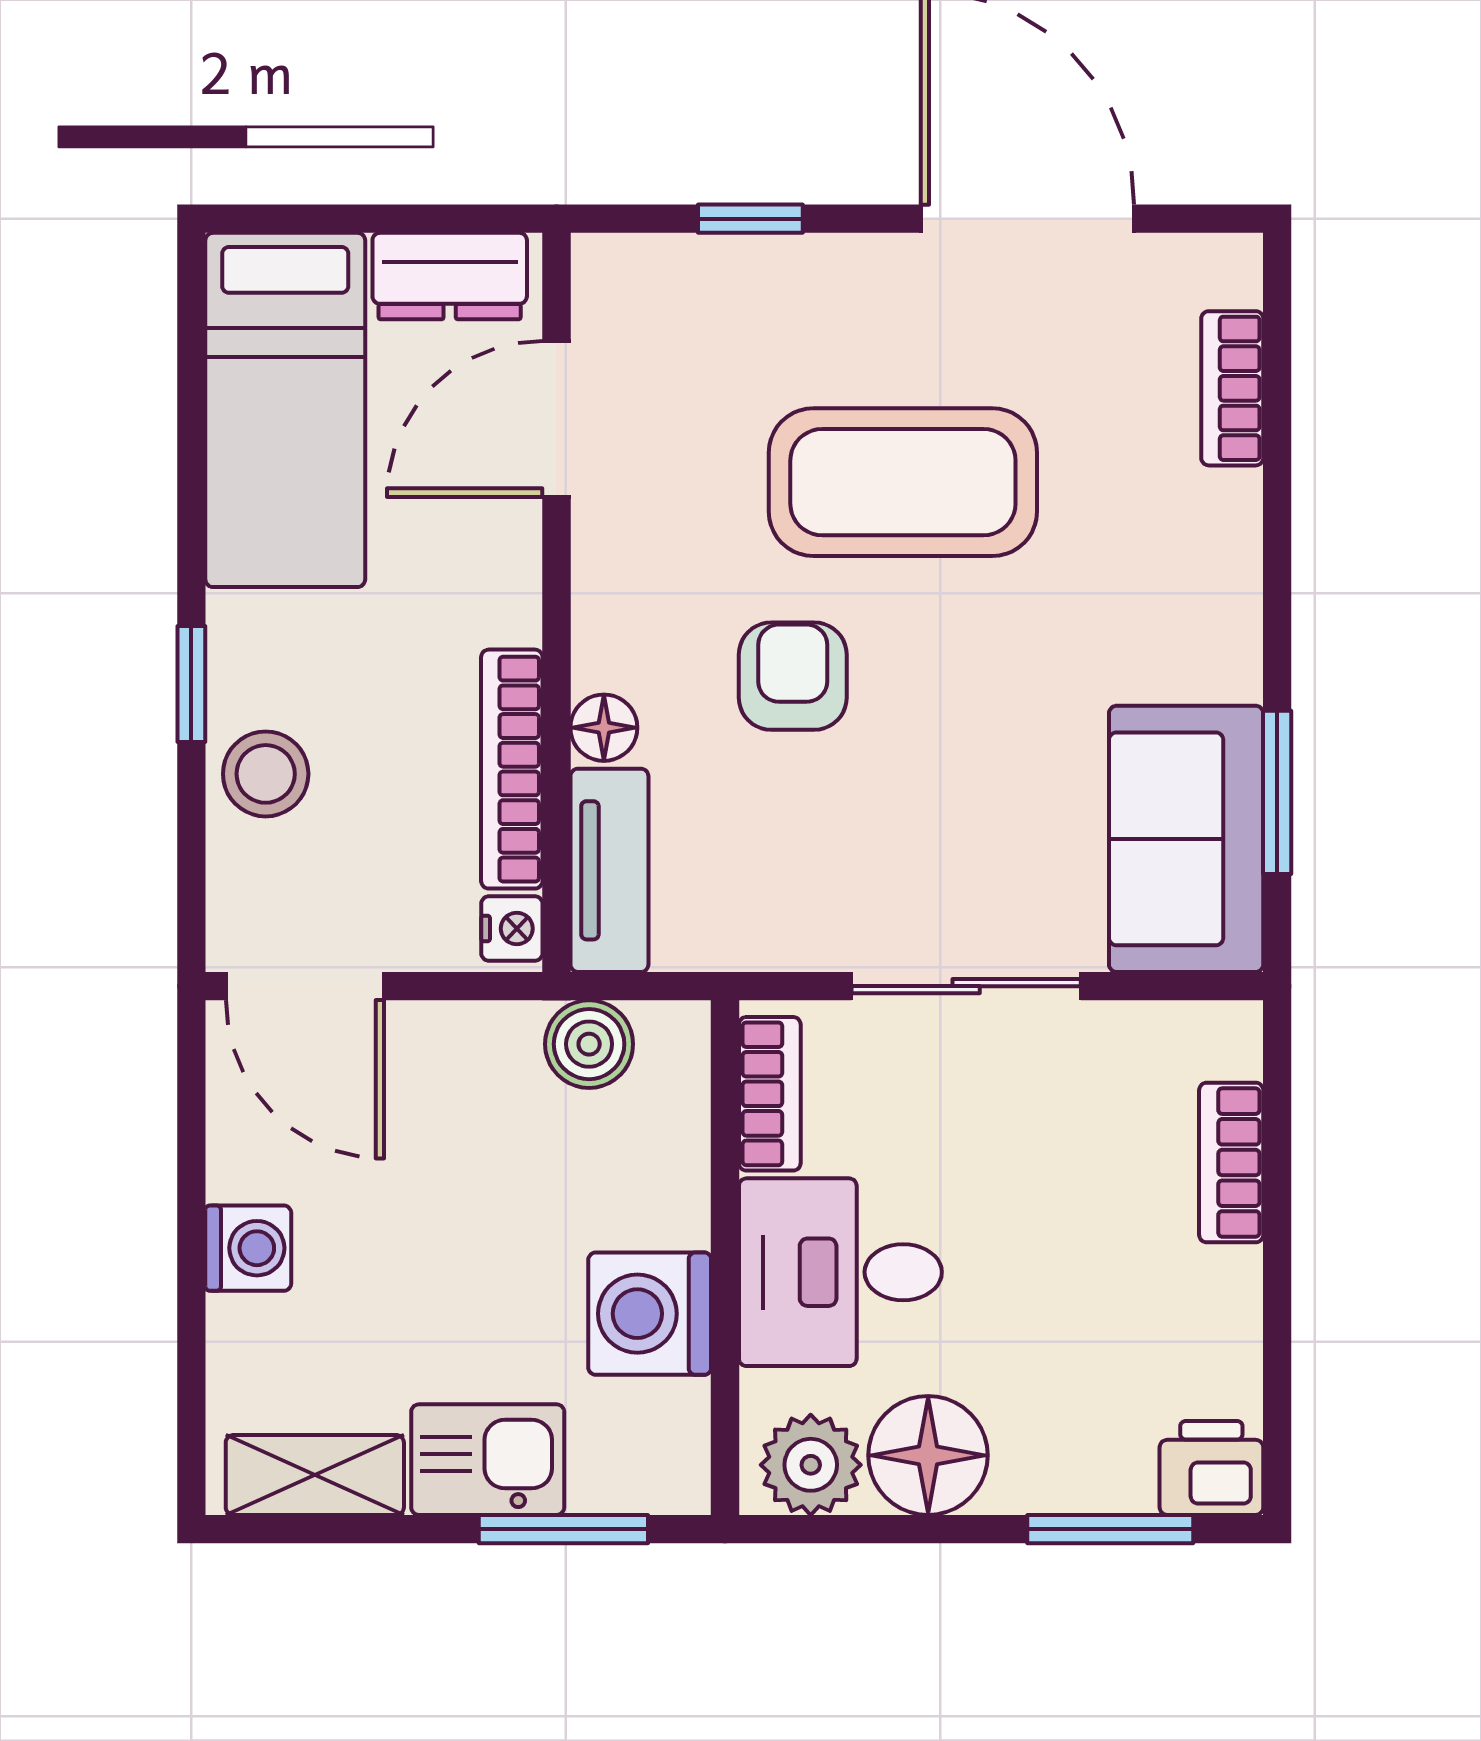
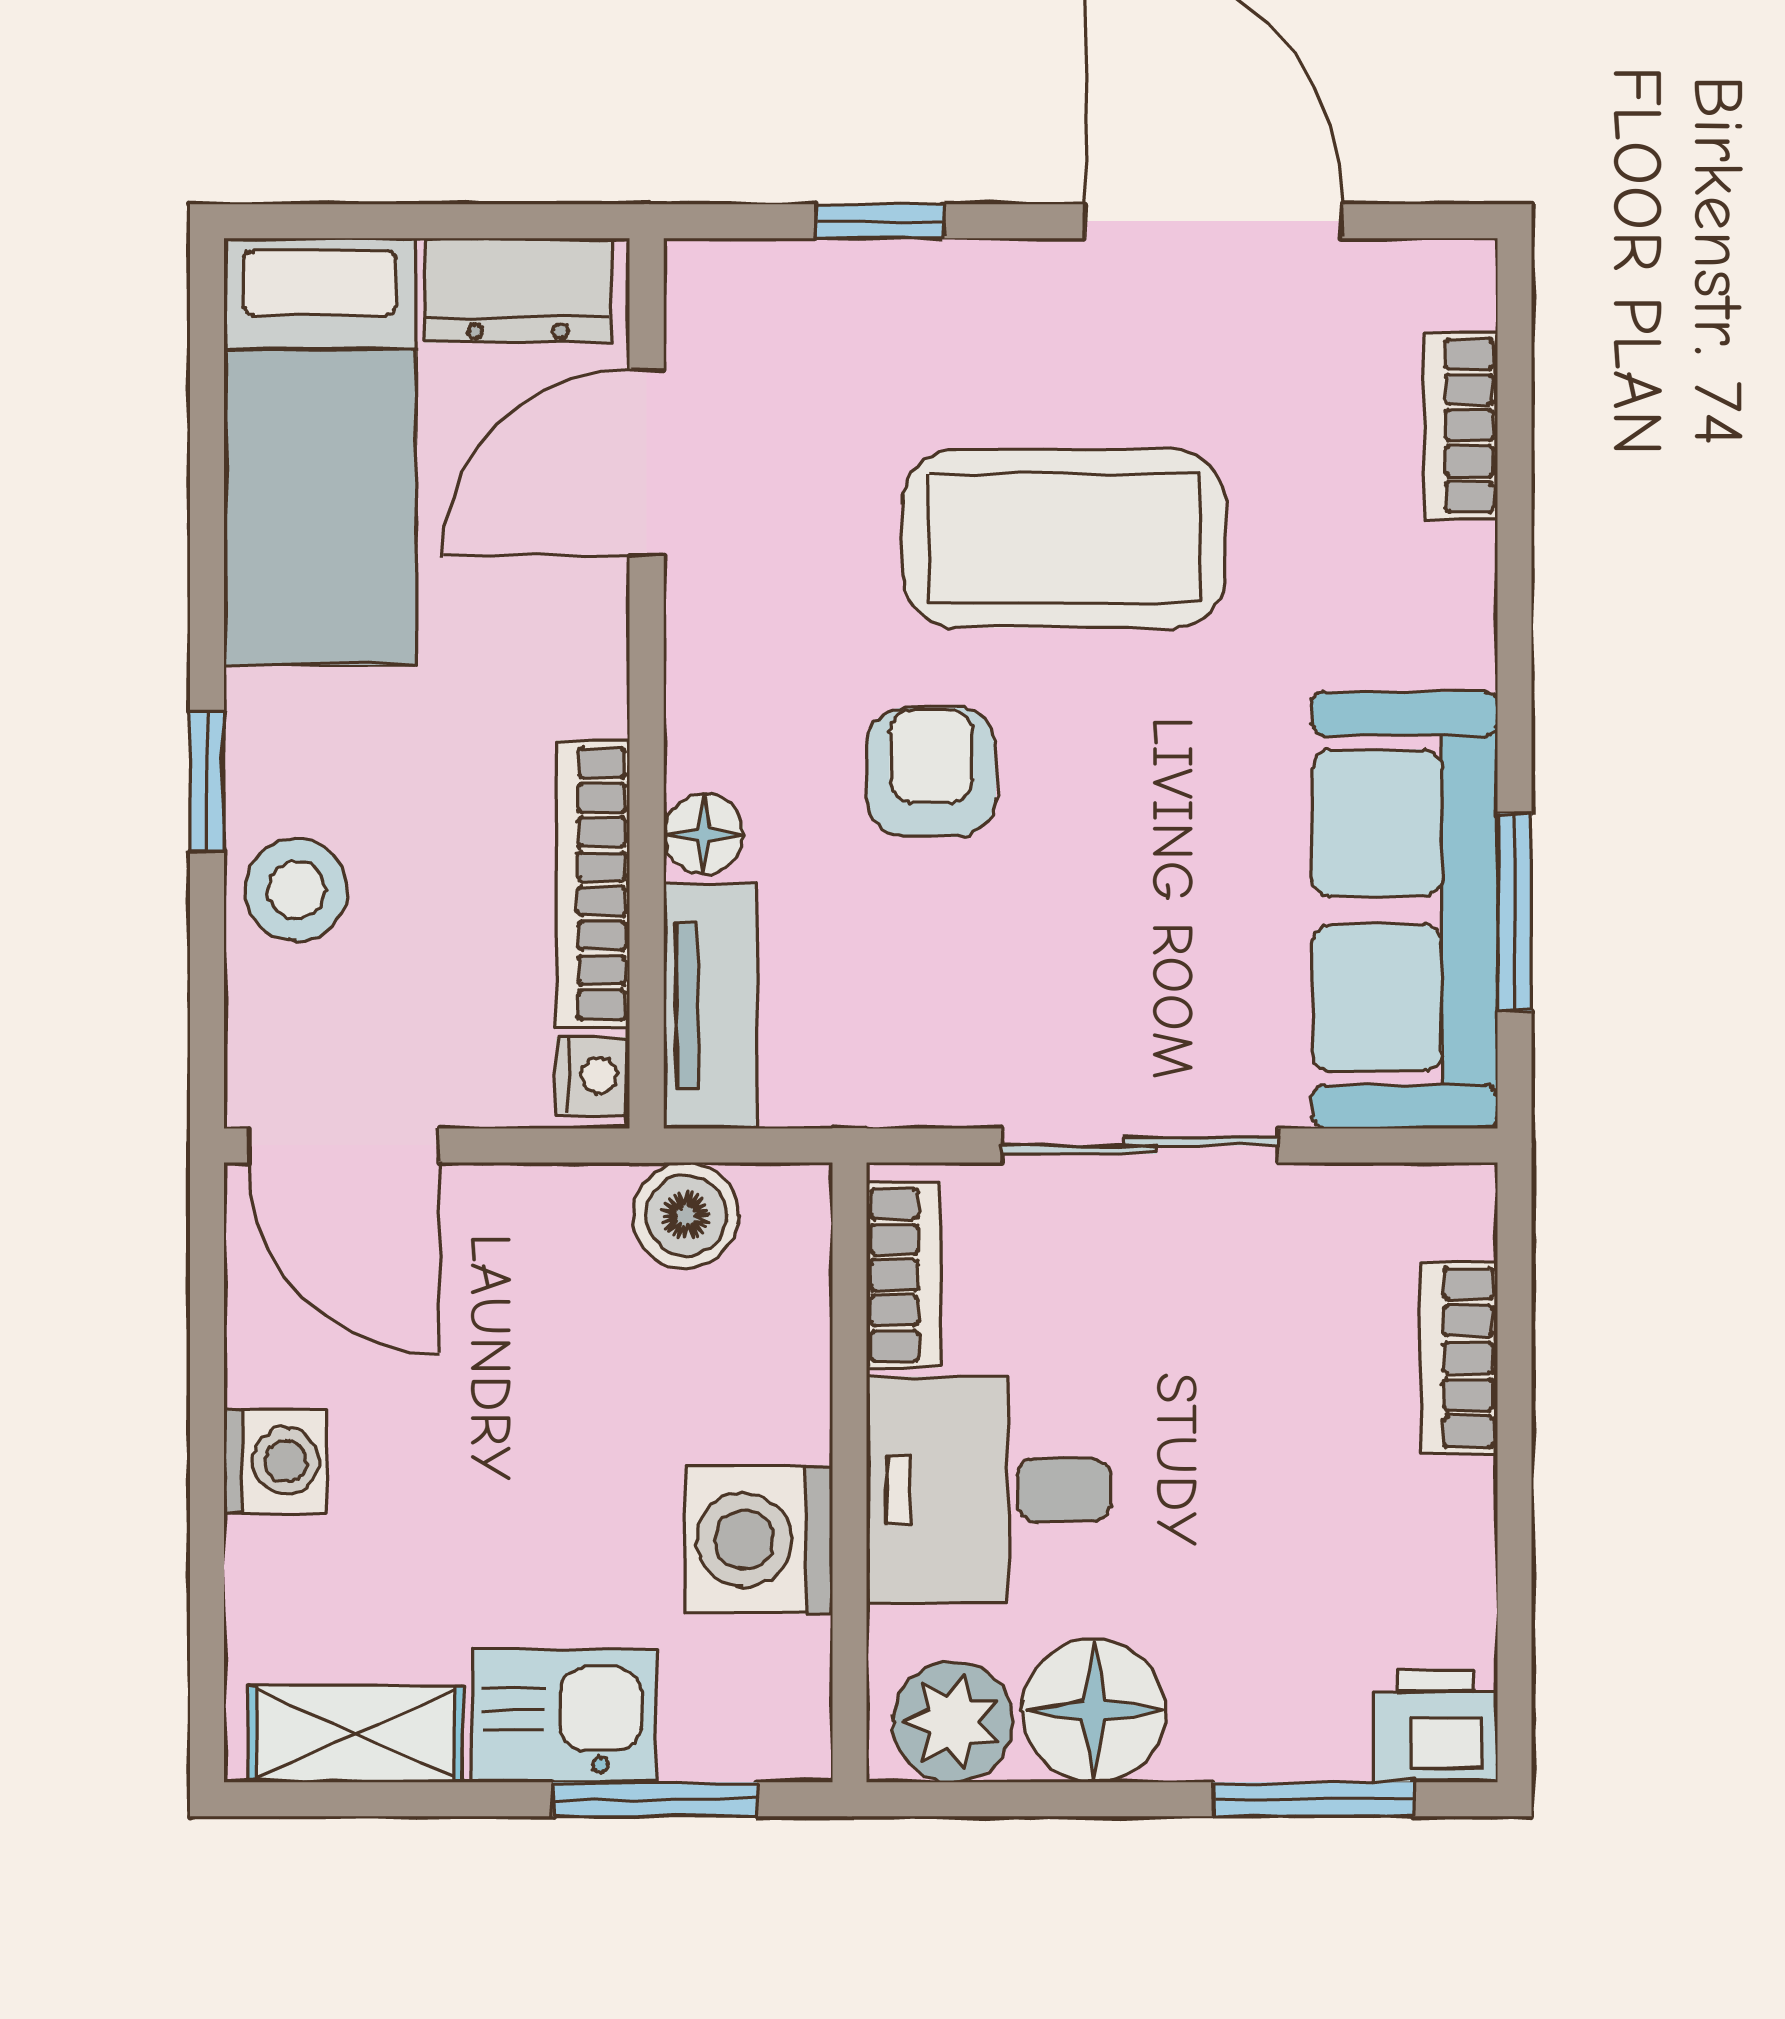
sofa: (1186, 839) -> (1405, 910), width x1.36

